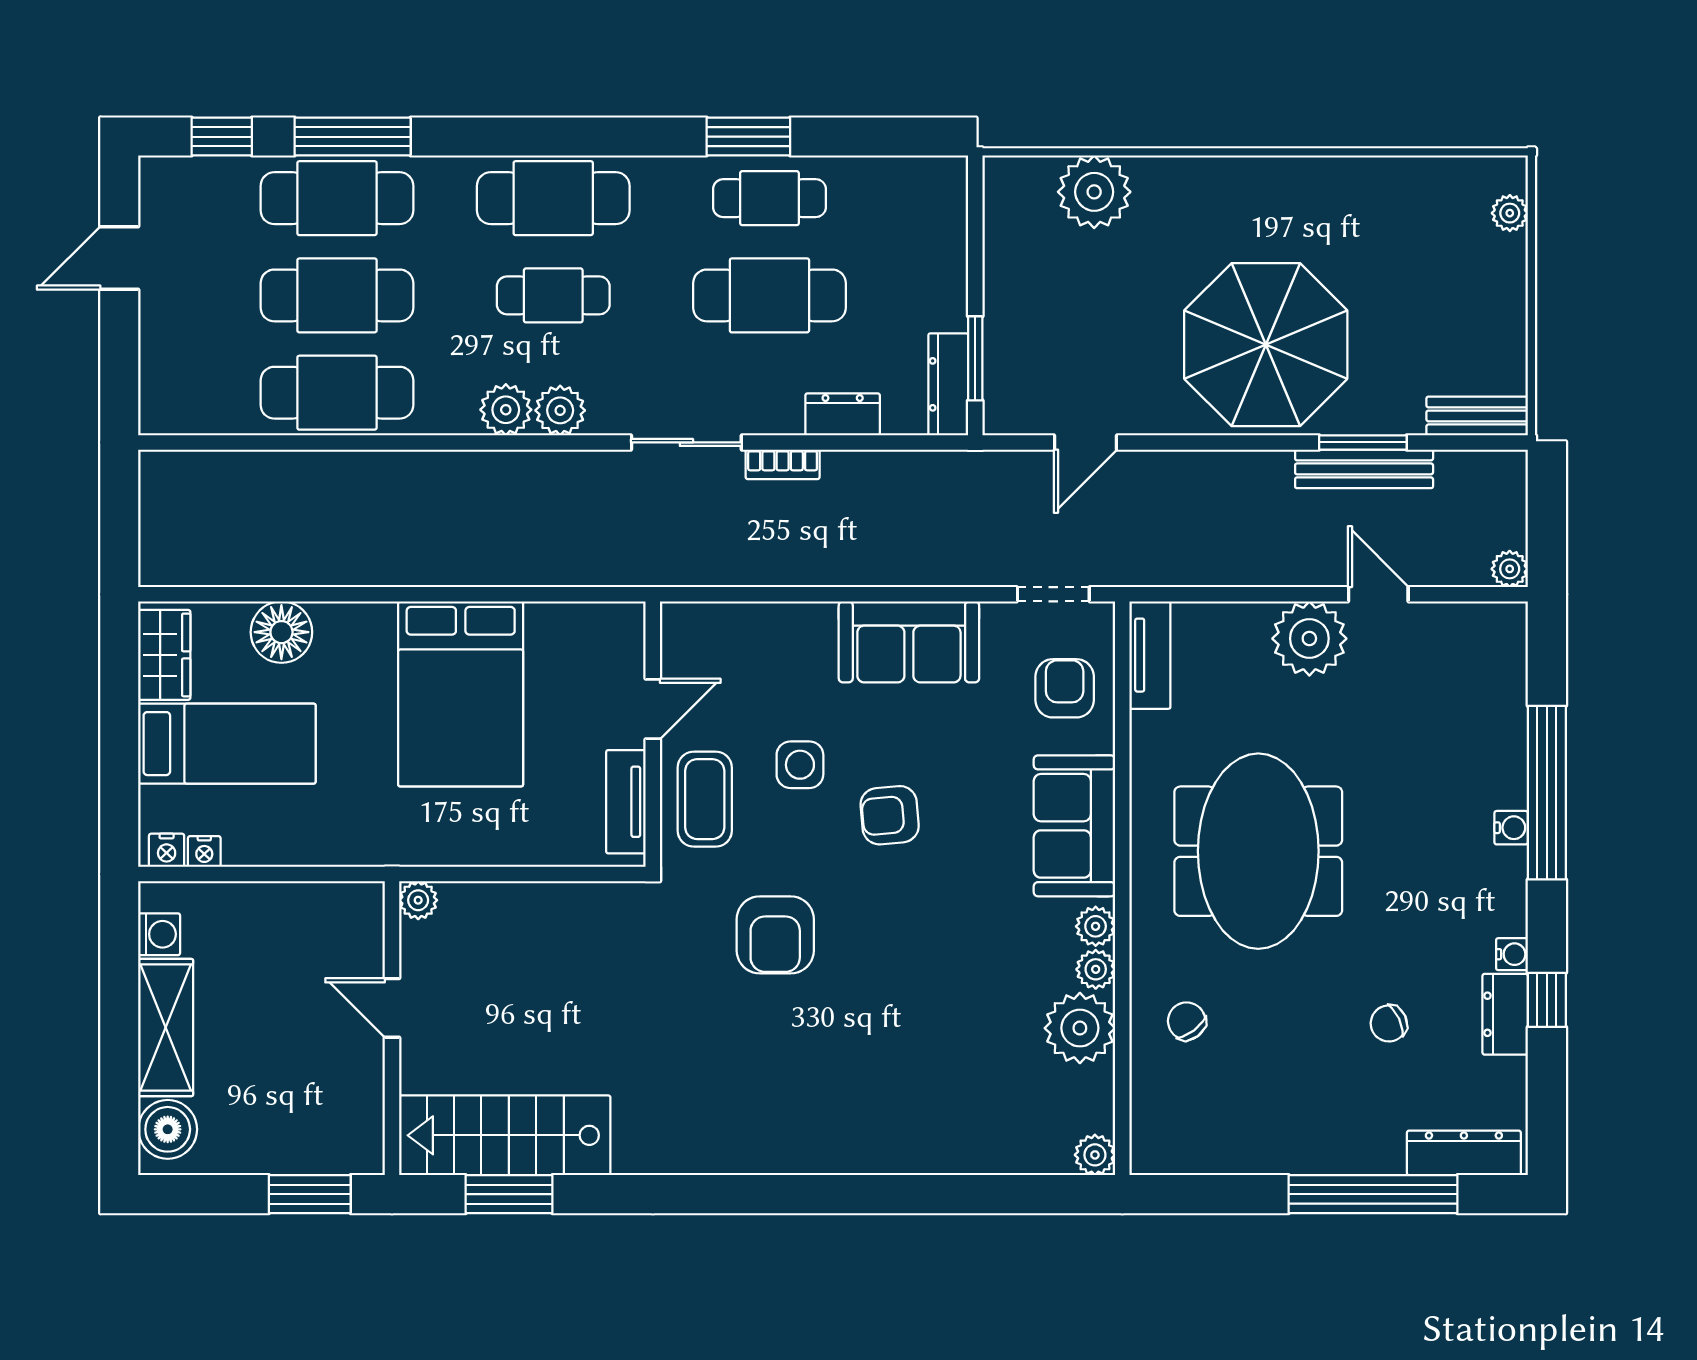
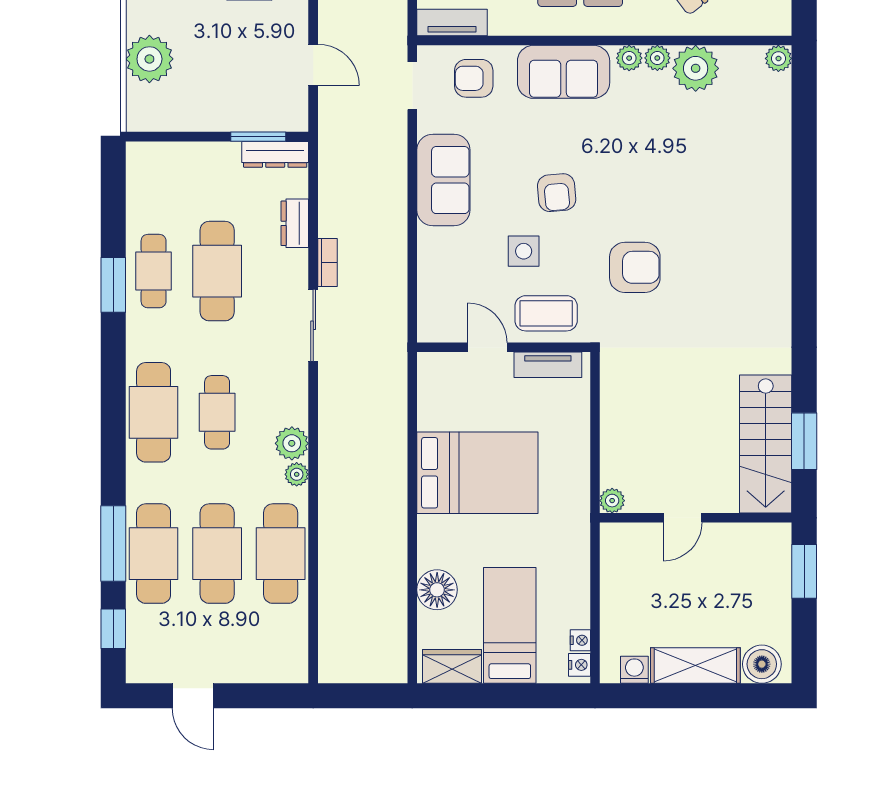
plant: (560, 410) -> (297, 474), moved, width x0.73, depth x0.73

